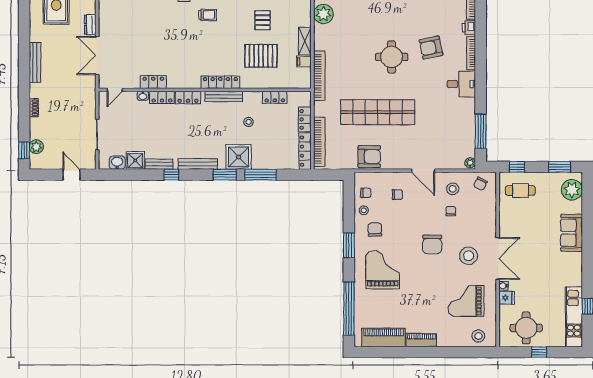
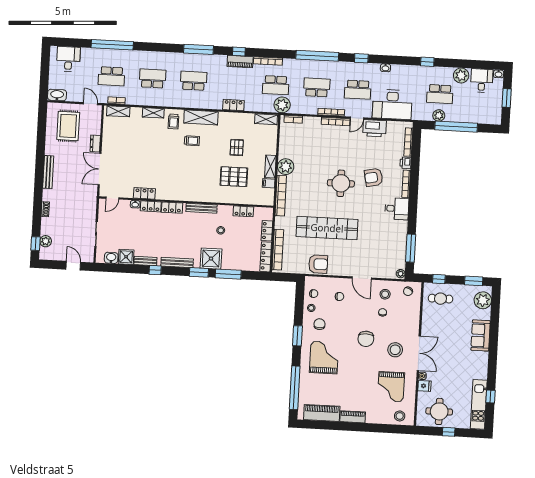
plant: (323, 14) -> (286, 167), moved
locker: (220, 82) -> (199, 196), removed
grand piano: (466, 301) -> (391, 387), turned -90

